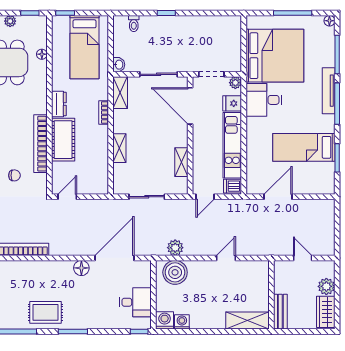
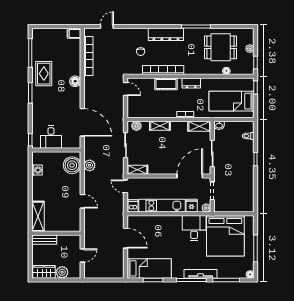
cot: (63, 140) -> (166, 84), width x0.73, depth x0.75
bed: (304, 147) -> (149, 268), moved, turned 90
shelving: (181, 162) -> (137, 170), moved
boiler: (119, 181) -> (136, 126), added
floor lamp: (81, 268) -> (75, 81), moved
washing machine: (165, 320) -> (38, 158), removed

